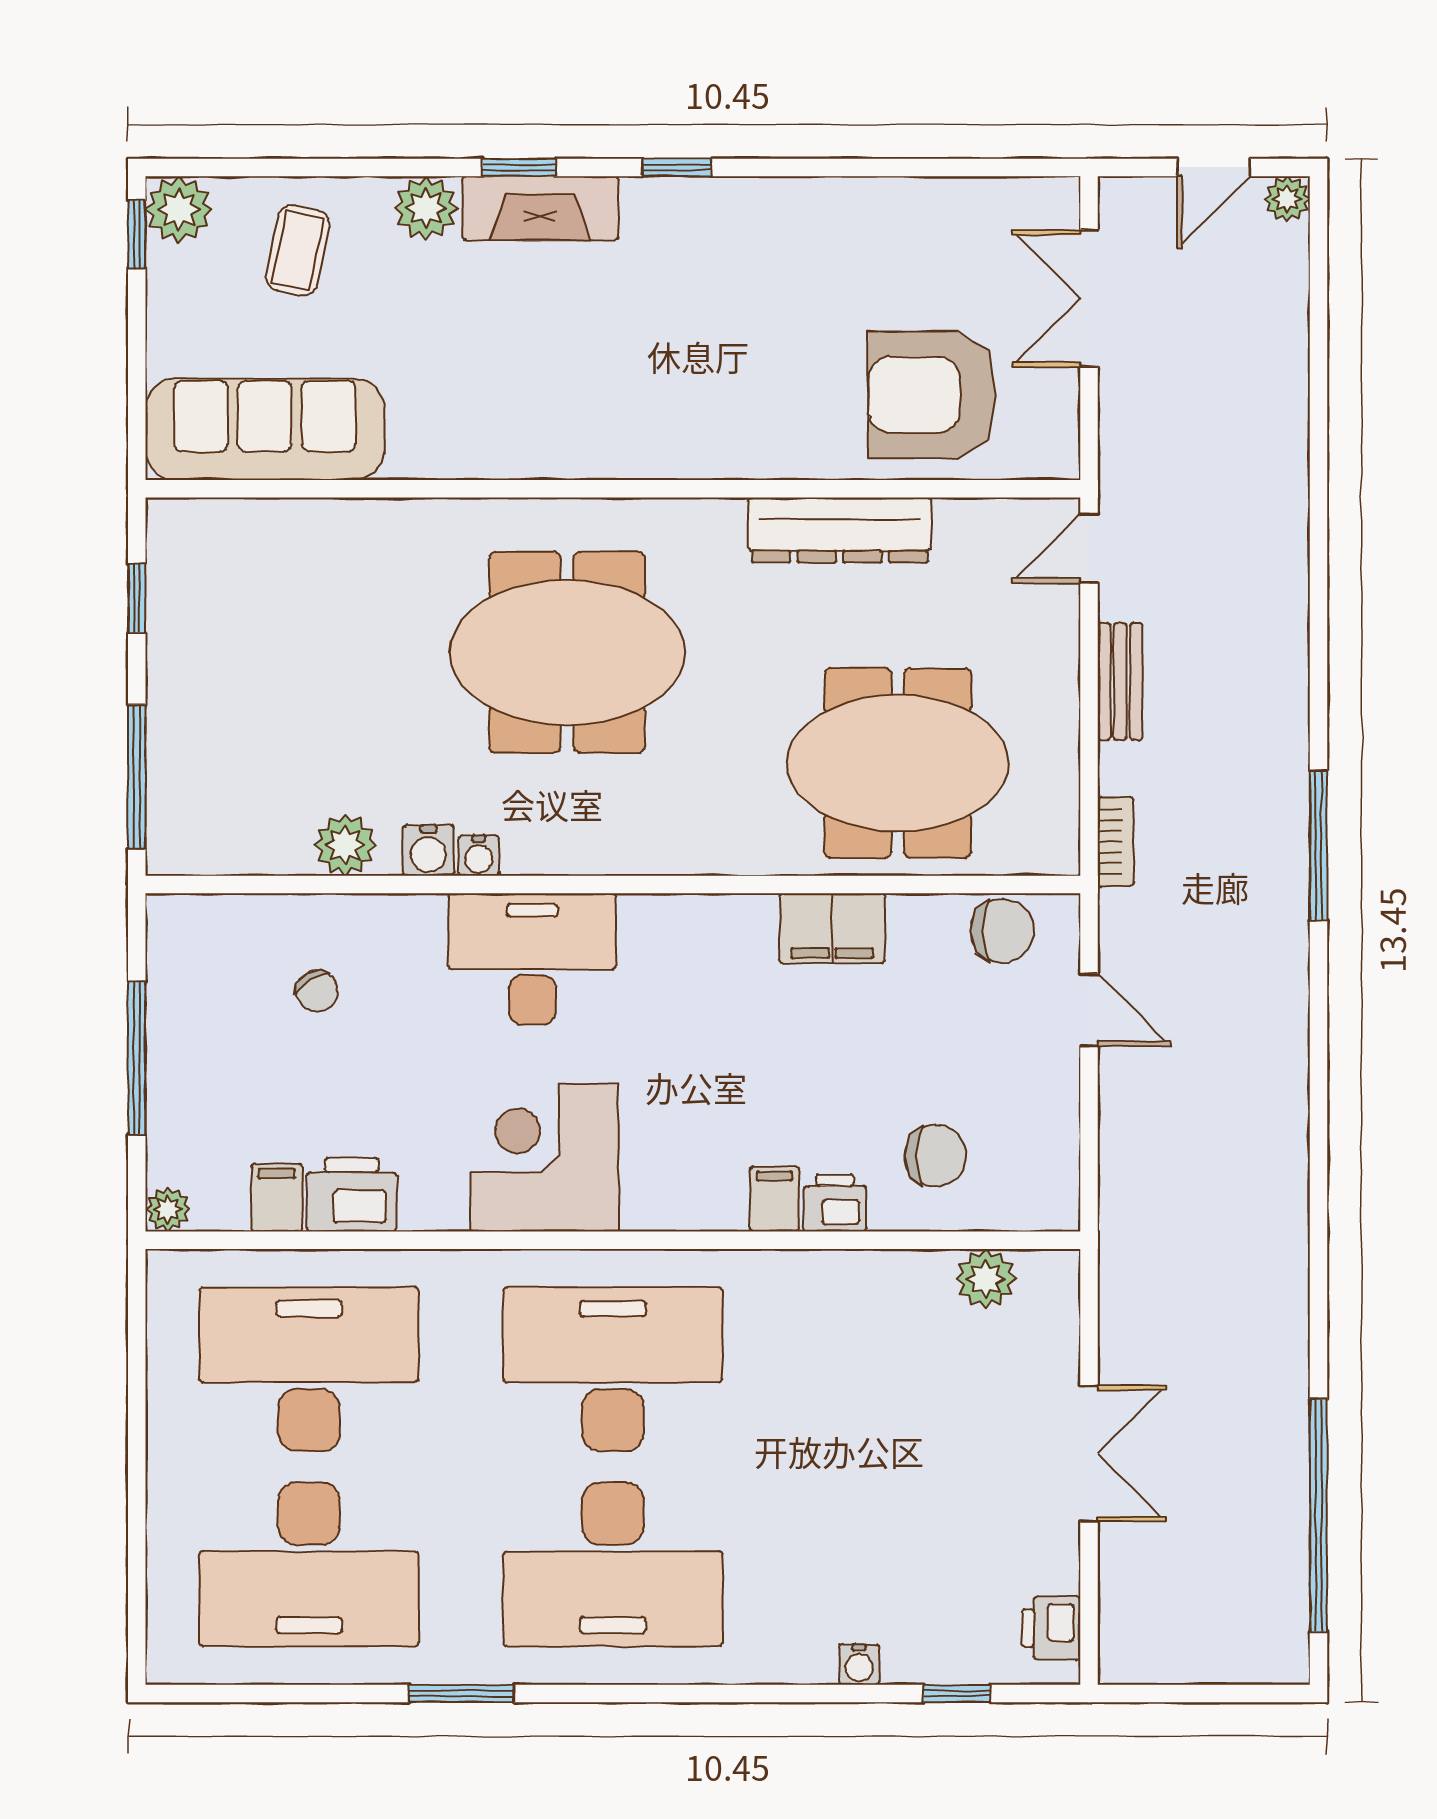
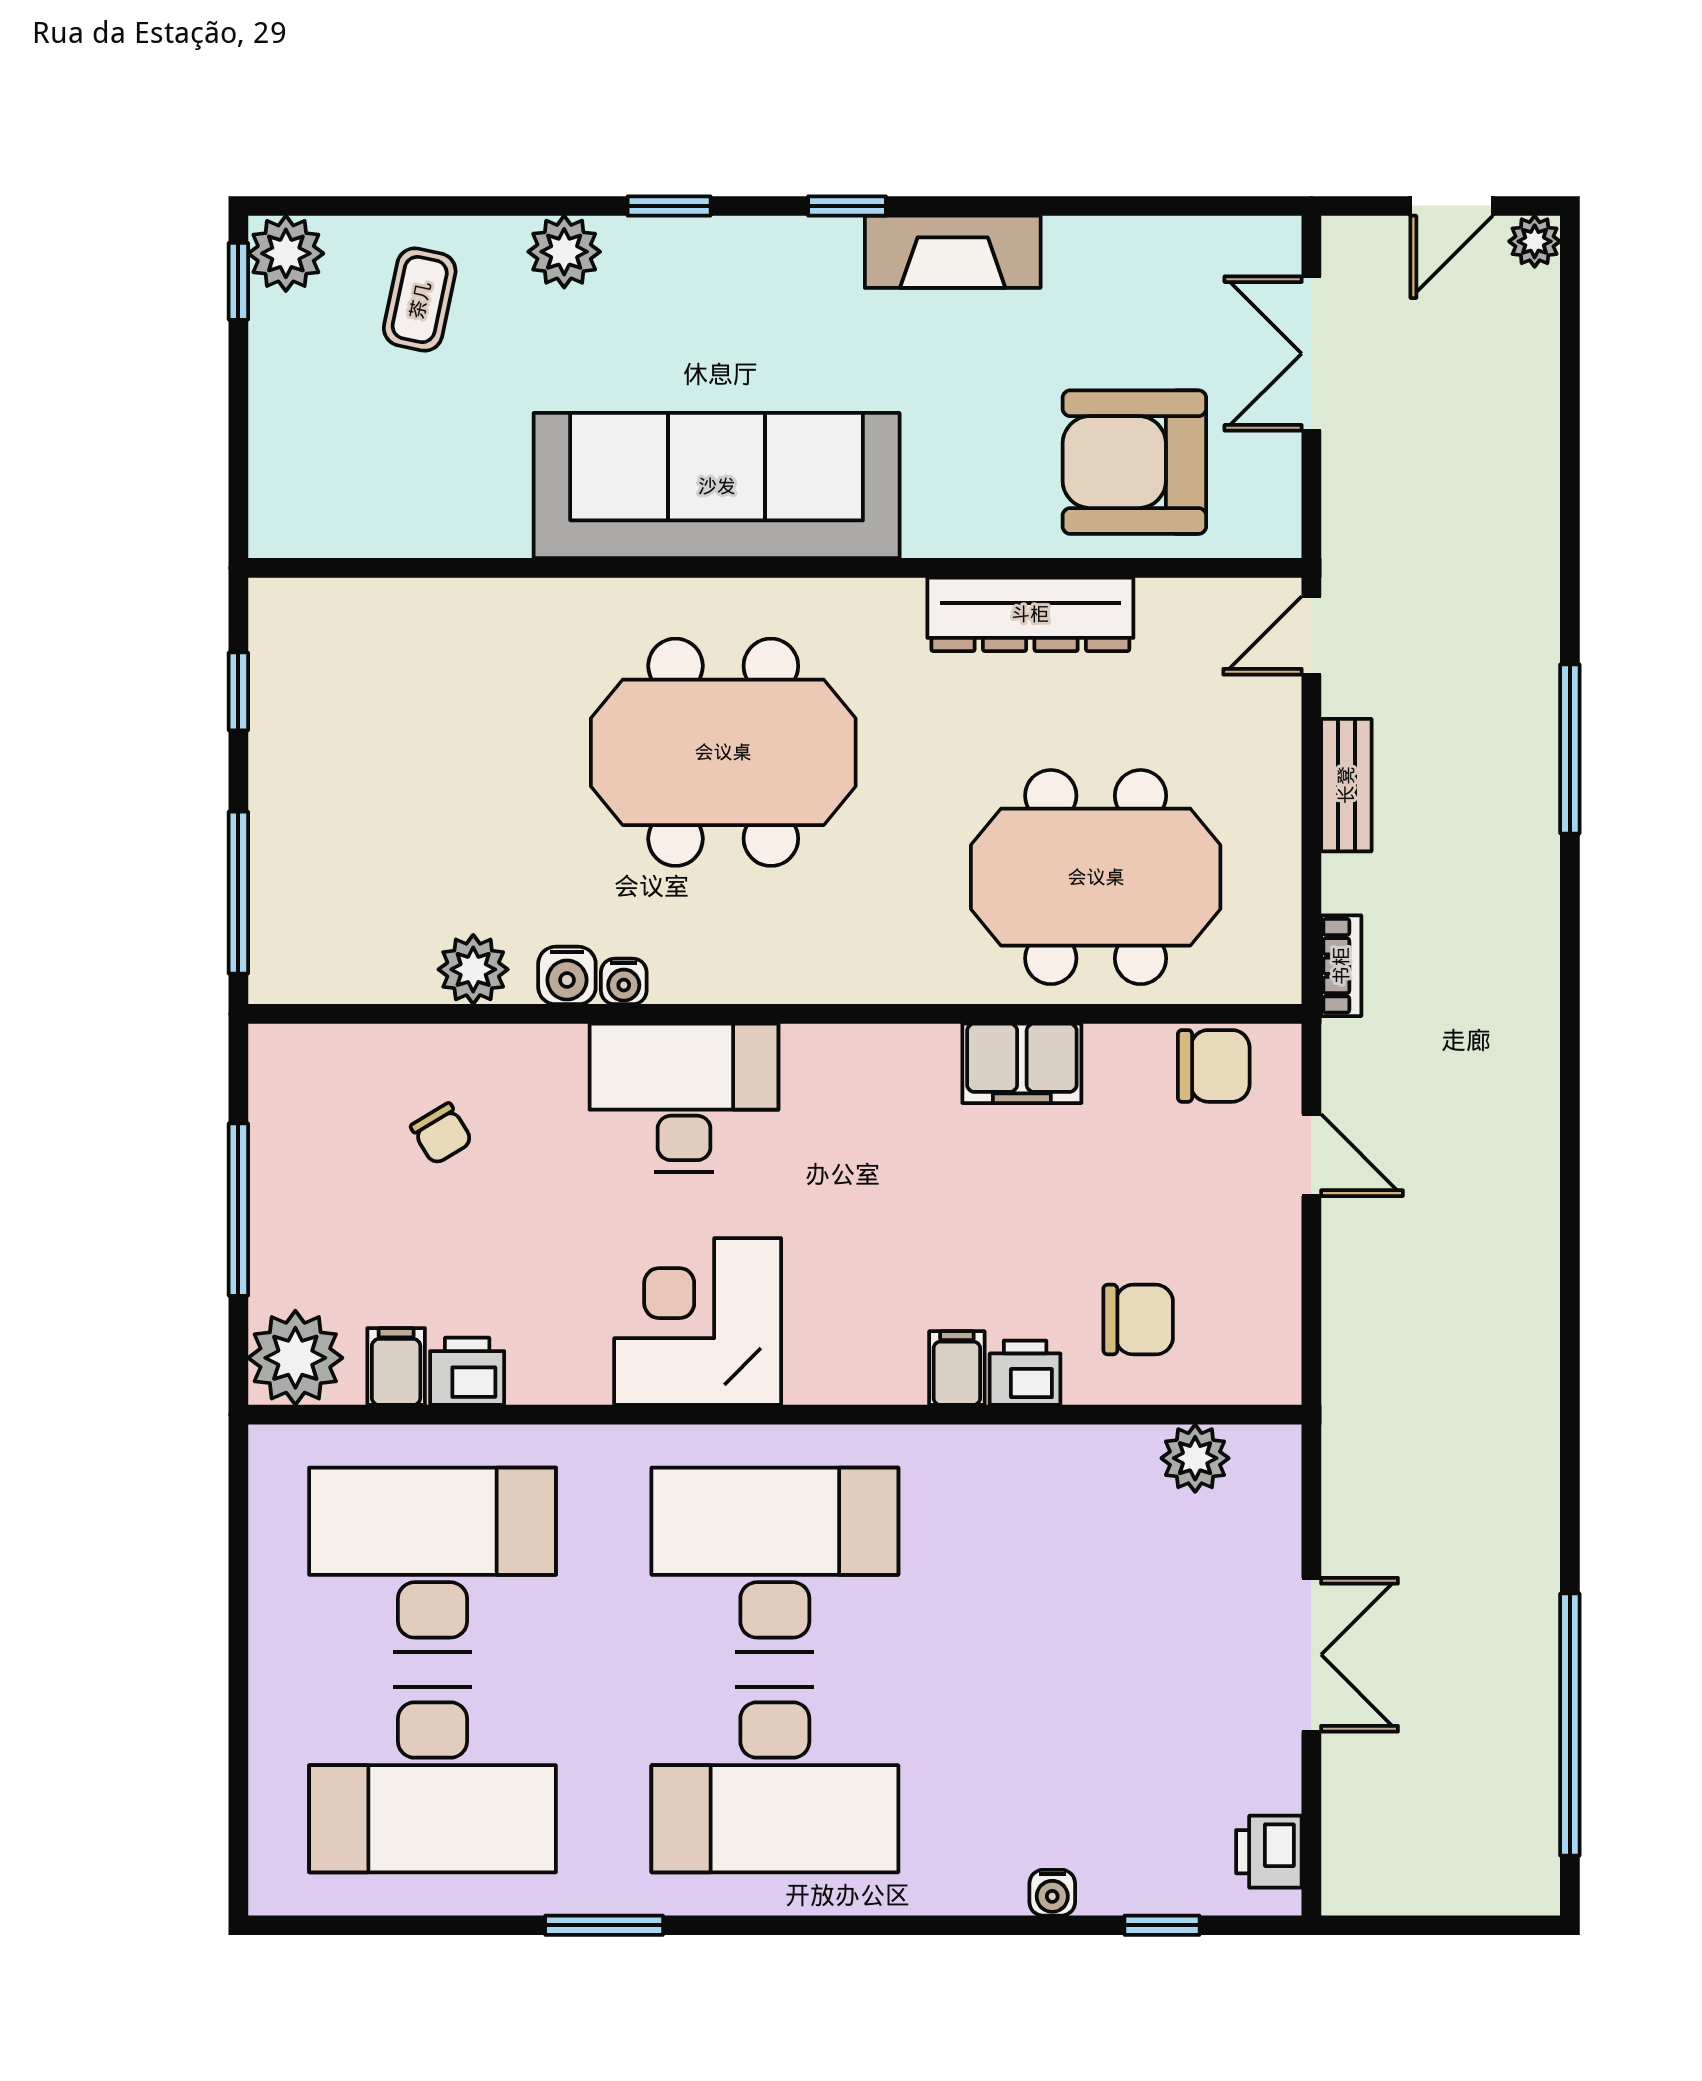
fireplace: (540, 208) -> (953, 252), moved
sofa: (265, 429) -> (717, 486), moved, width x1.36, depth x1.27
window: (1319, 845) -> (1570, 749), moved
printer: (352, 1195) -> (467, 1371), width x0.73, depth x0.81
plant: (168, 1209) -> (295, 1358), width x1.87, depth x1.87

